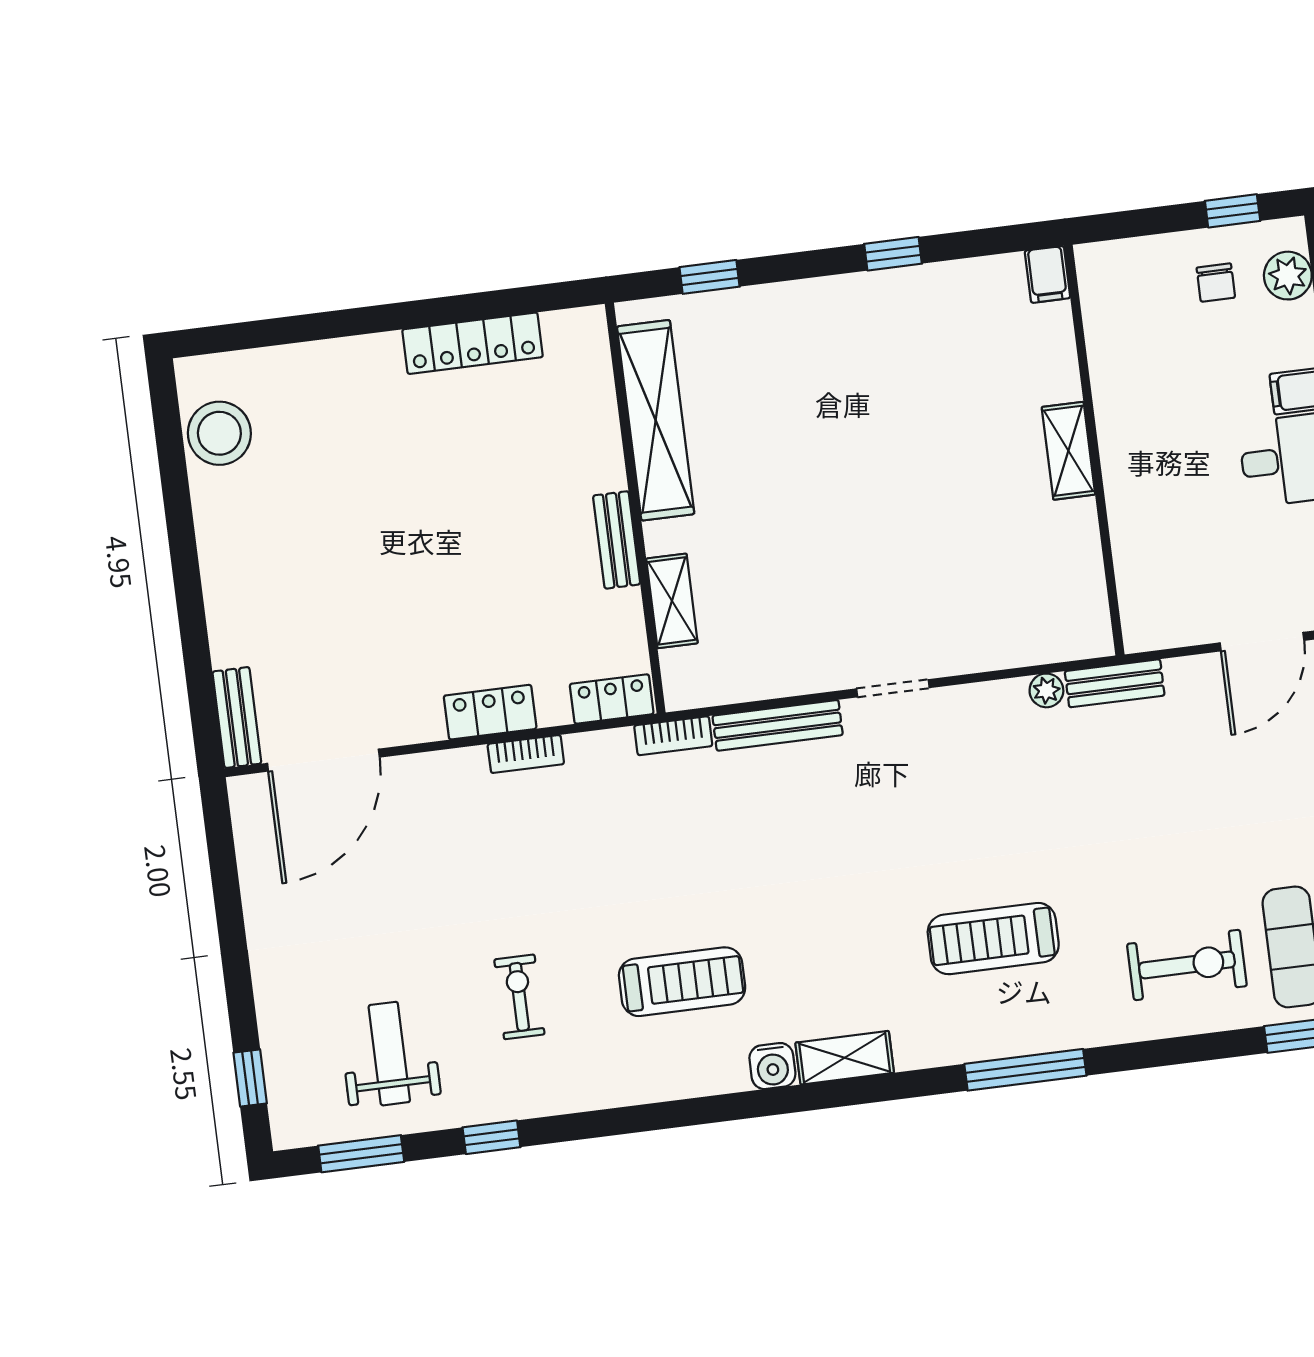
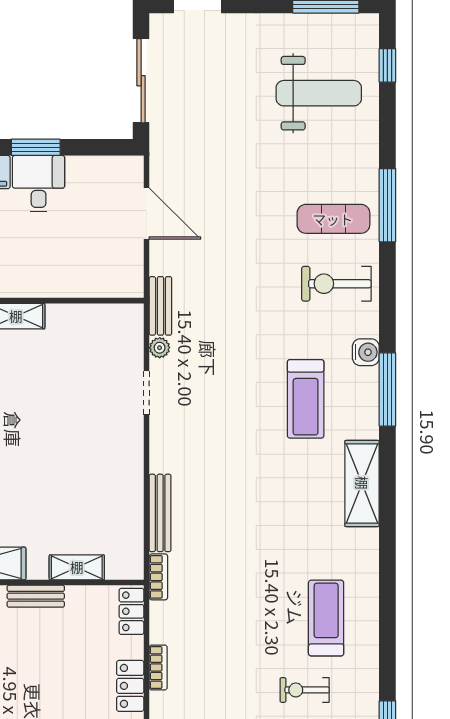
doorway: (893, 688) -> (147, 393), moved
exercise bike: (1187, 965) -> (336, 284), turned -90
treadmill: (682, 982) -> (326, 618), moved
shelving: (845, 1058) -> (362, 483), width x1.50, depth x1.33
water cooler: (772, 1066) -> (366, 352), moved

